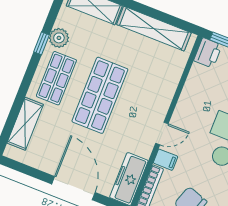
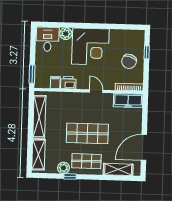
printer: (208, 53) -> (68, 83), moved
filing cabinet: (166, 160) -> (55, 82), moved
door: (73, 188) -> (144, 147), moved

